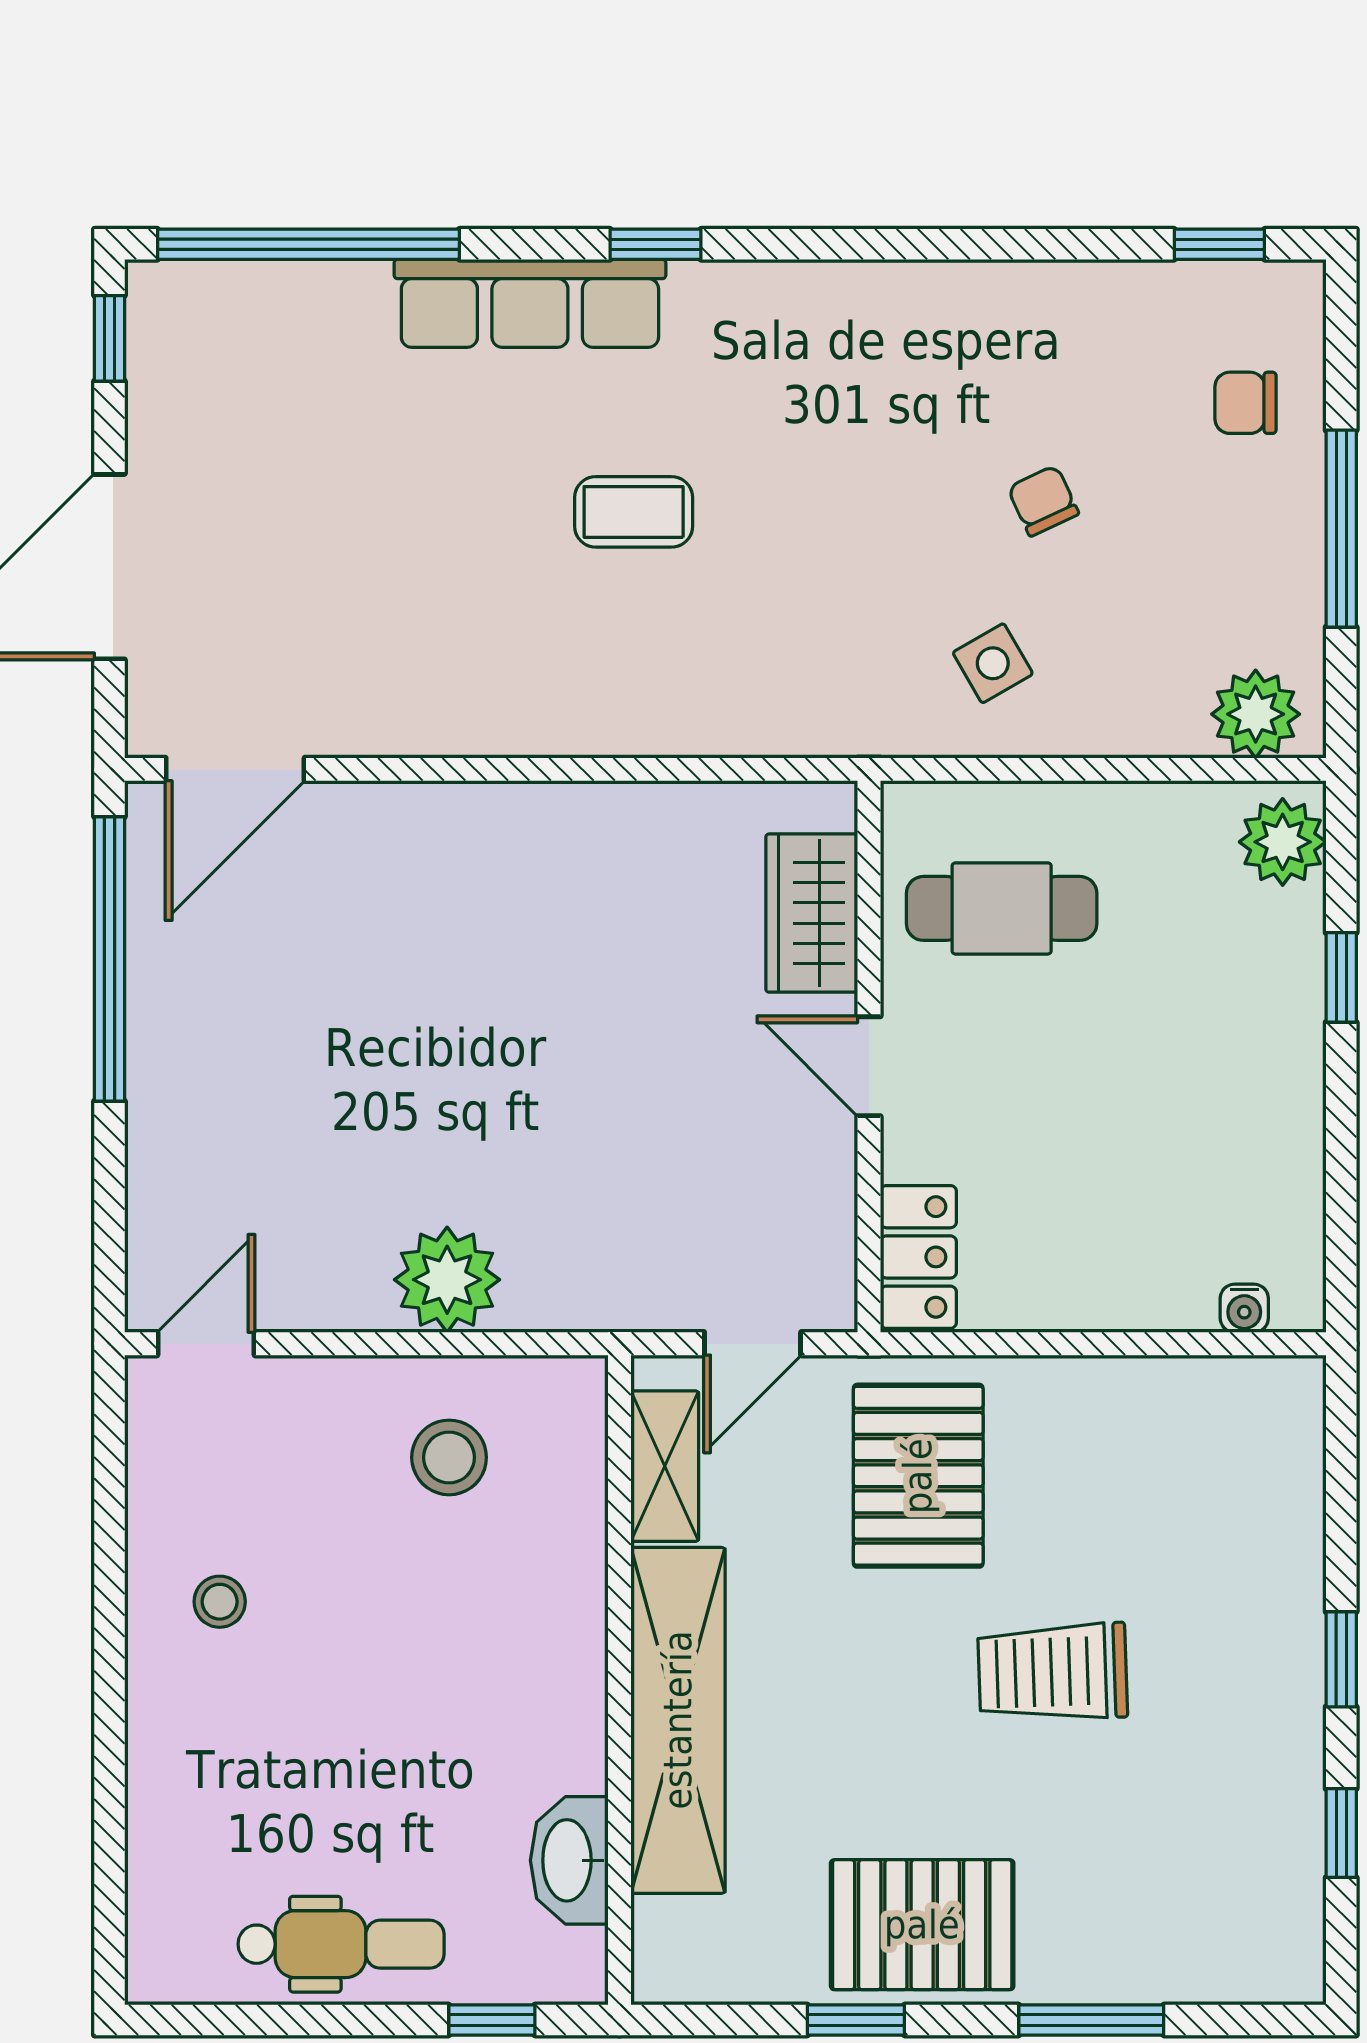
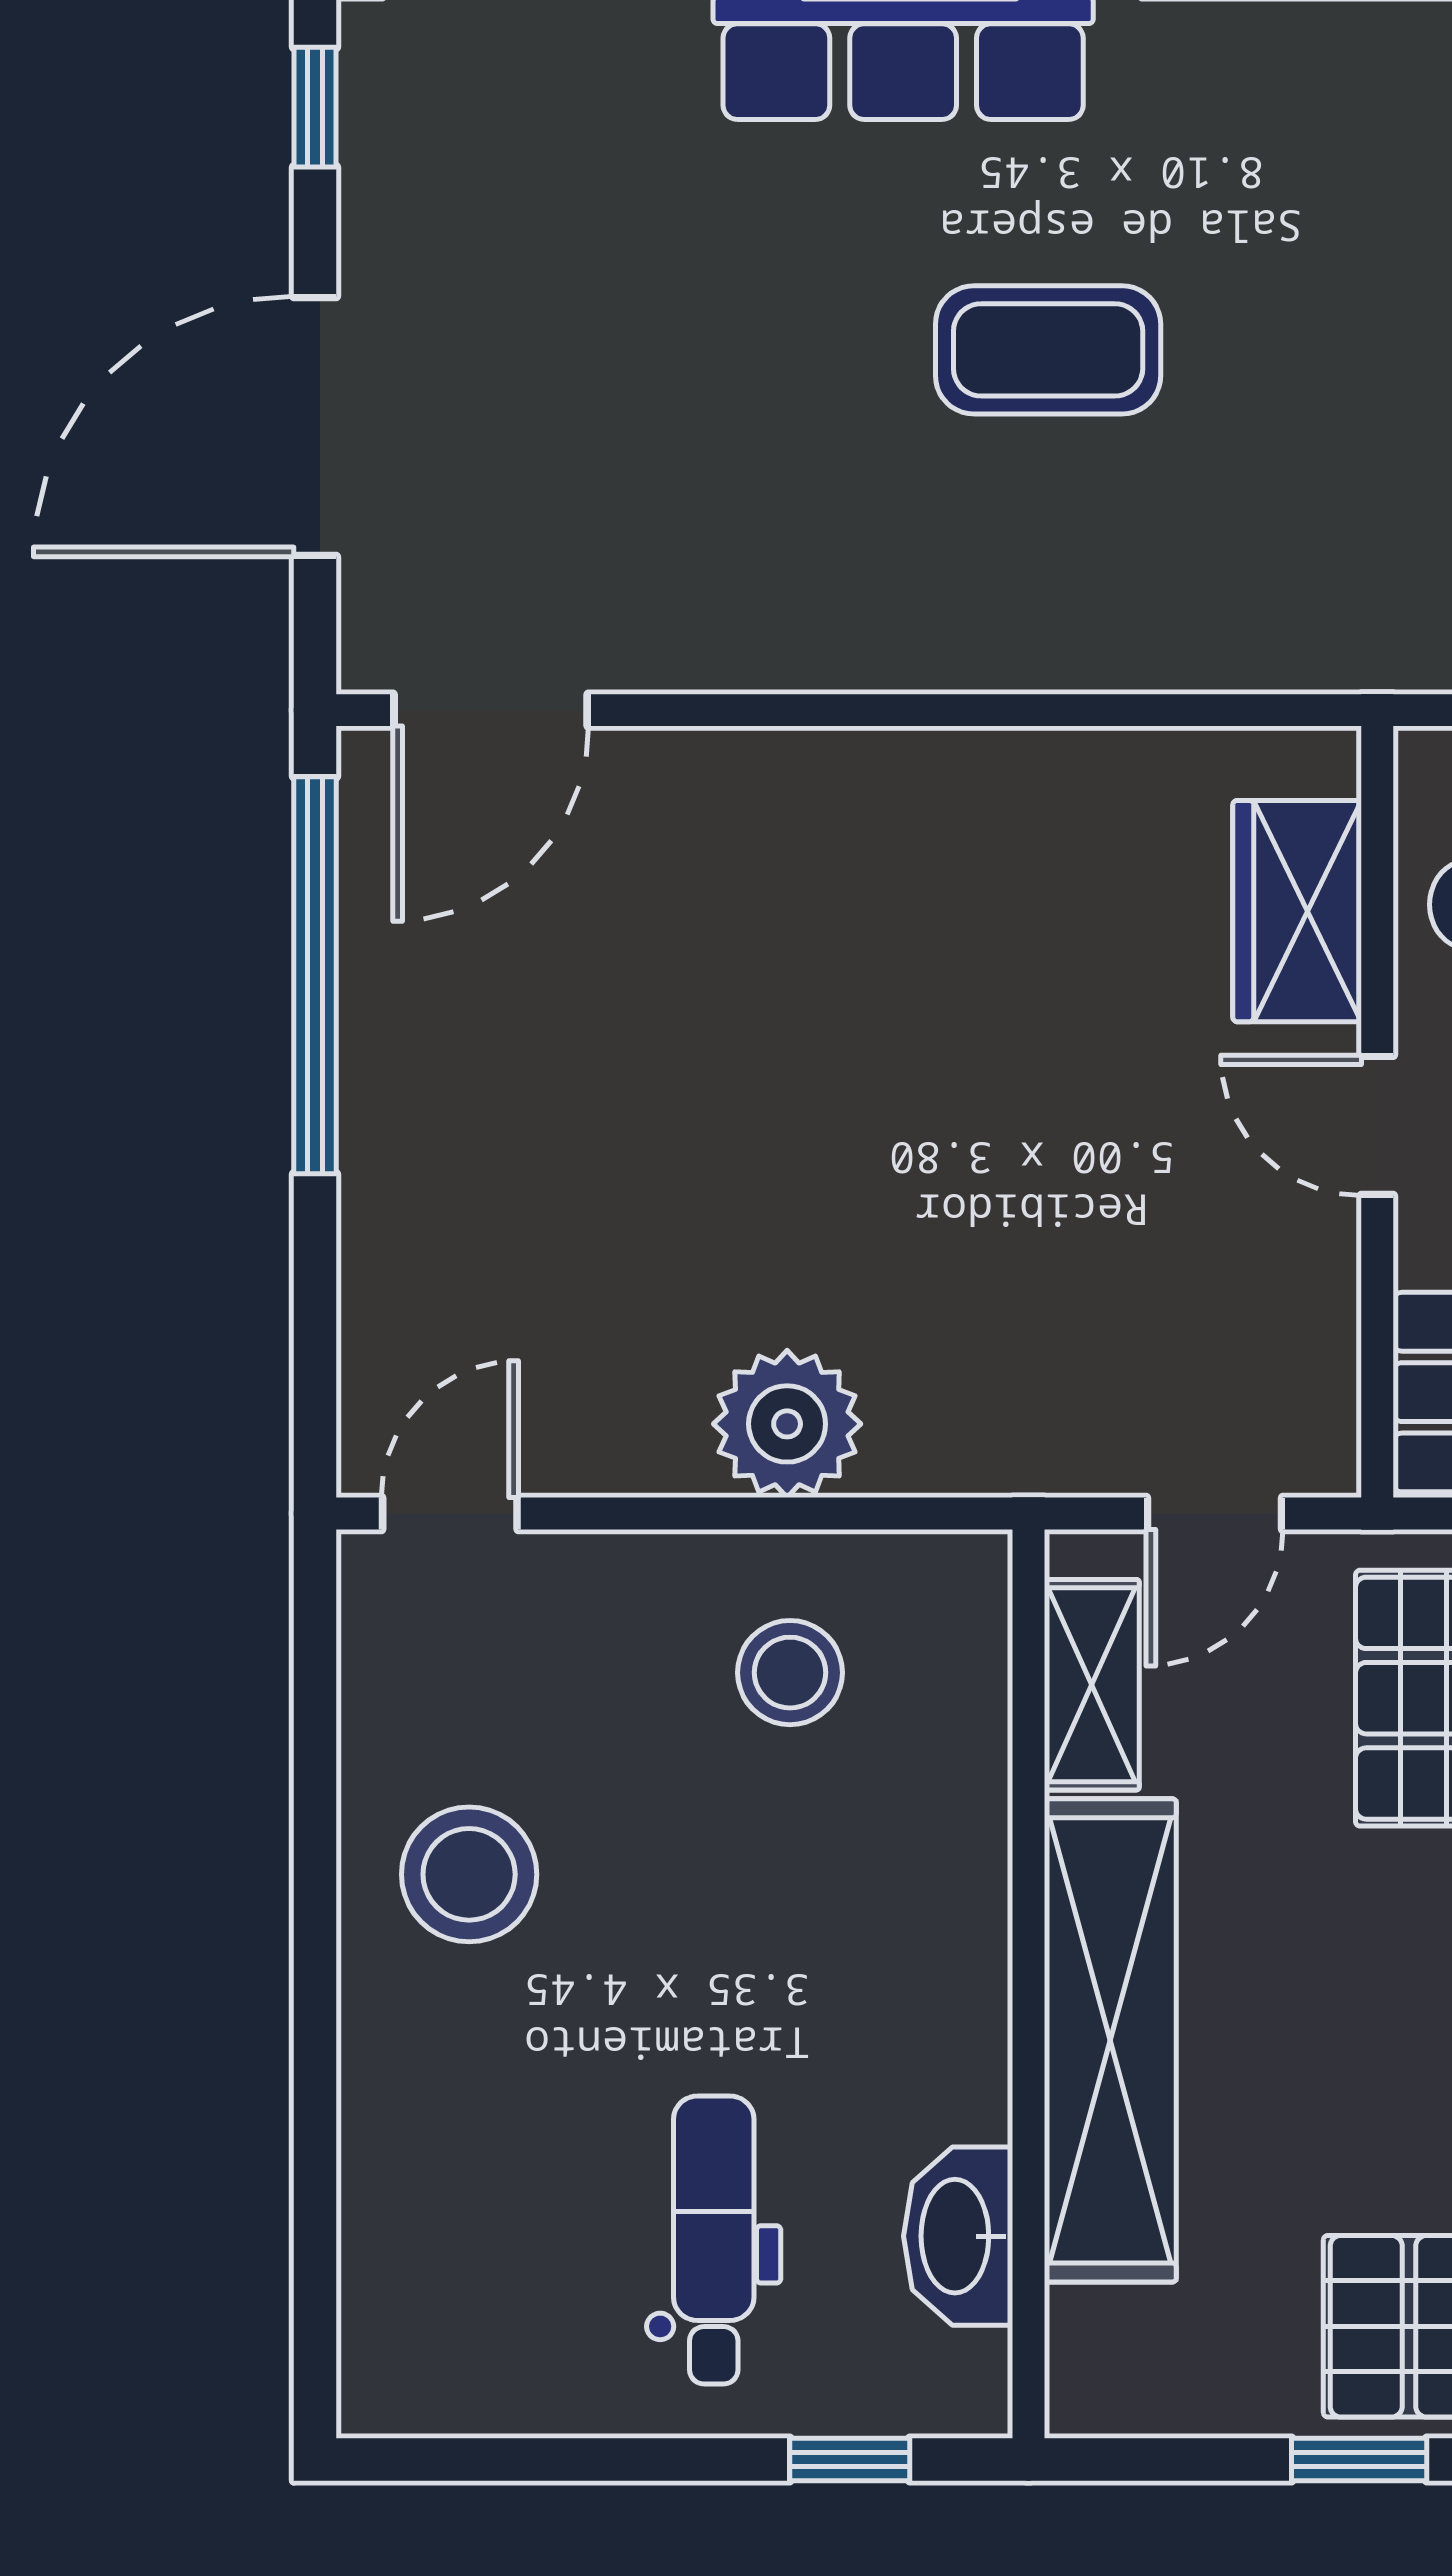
coffee table: (634, 512) -> (1048, 350), width x1.36, depth x1.30
stool: (220, 1602) -> (469, 1874), width x1.89, depth x1.89
dental chair: (341, 1944) -> (714, 2240), moved, turned -90

